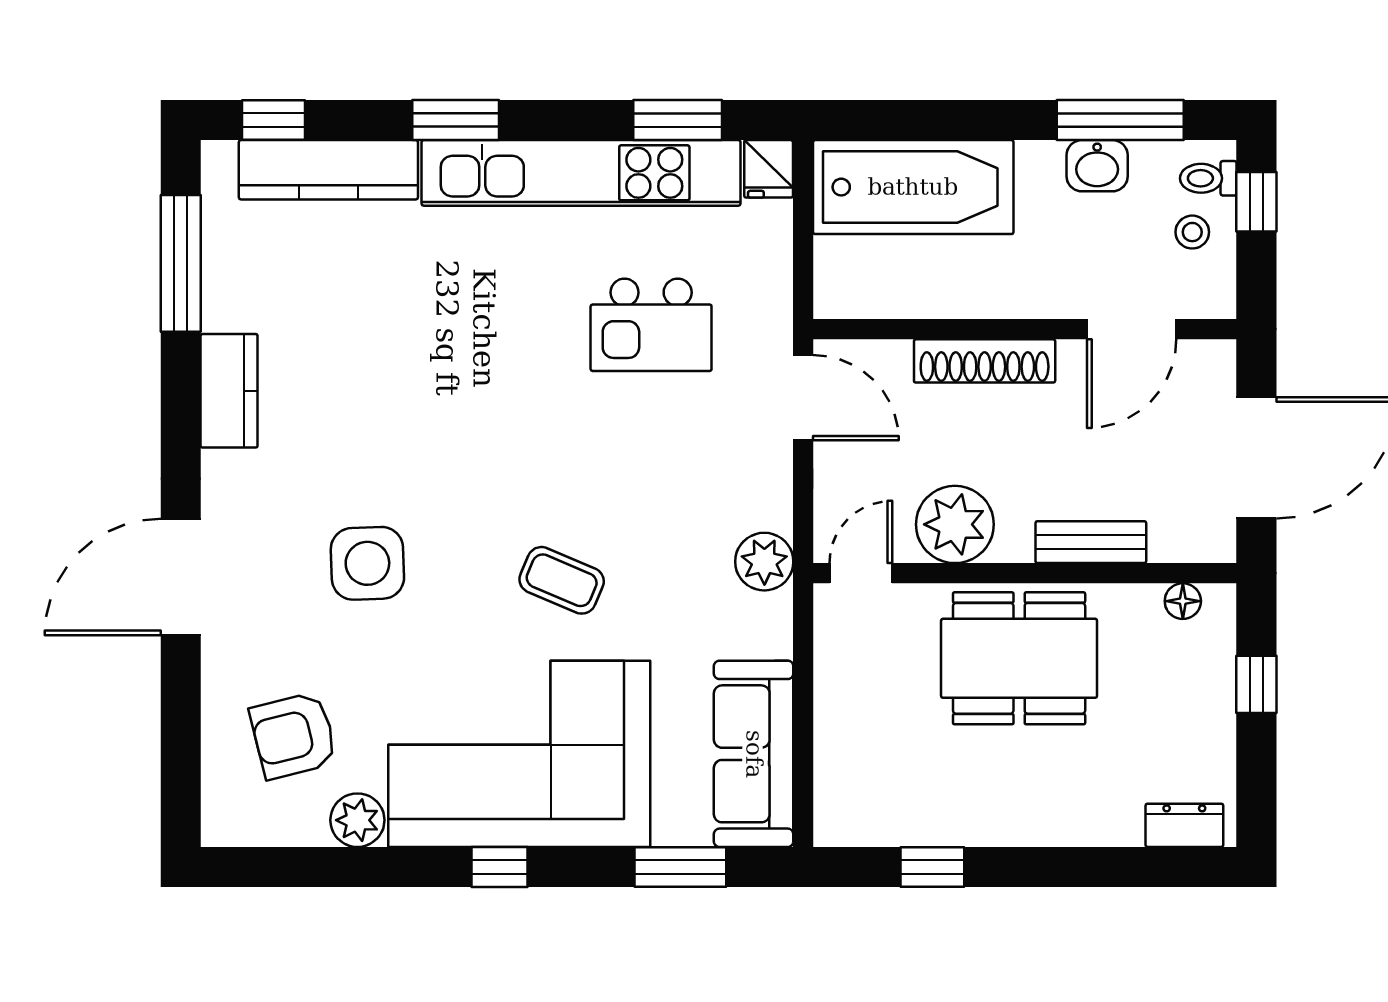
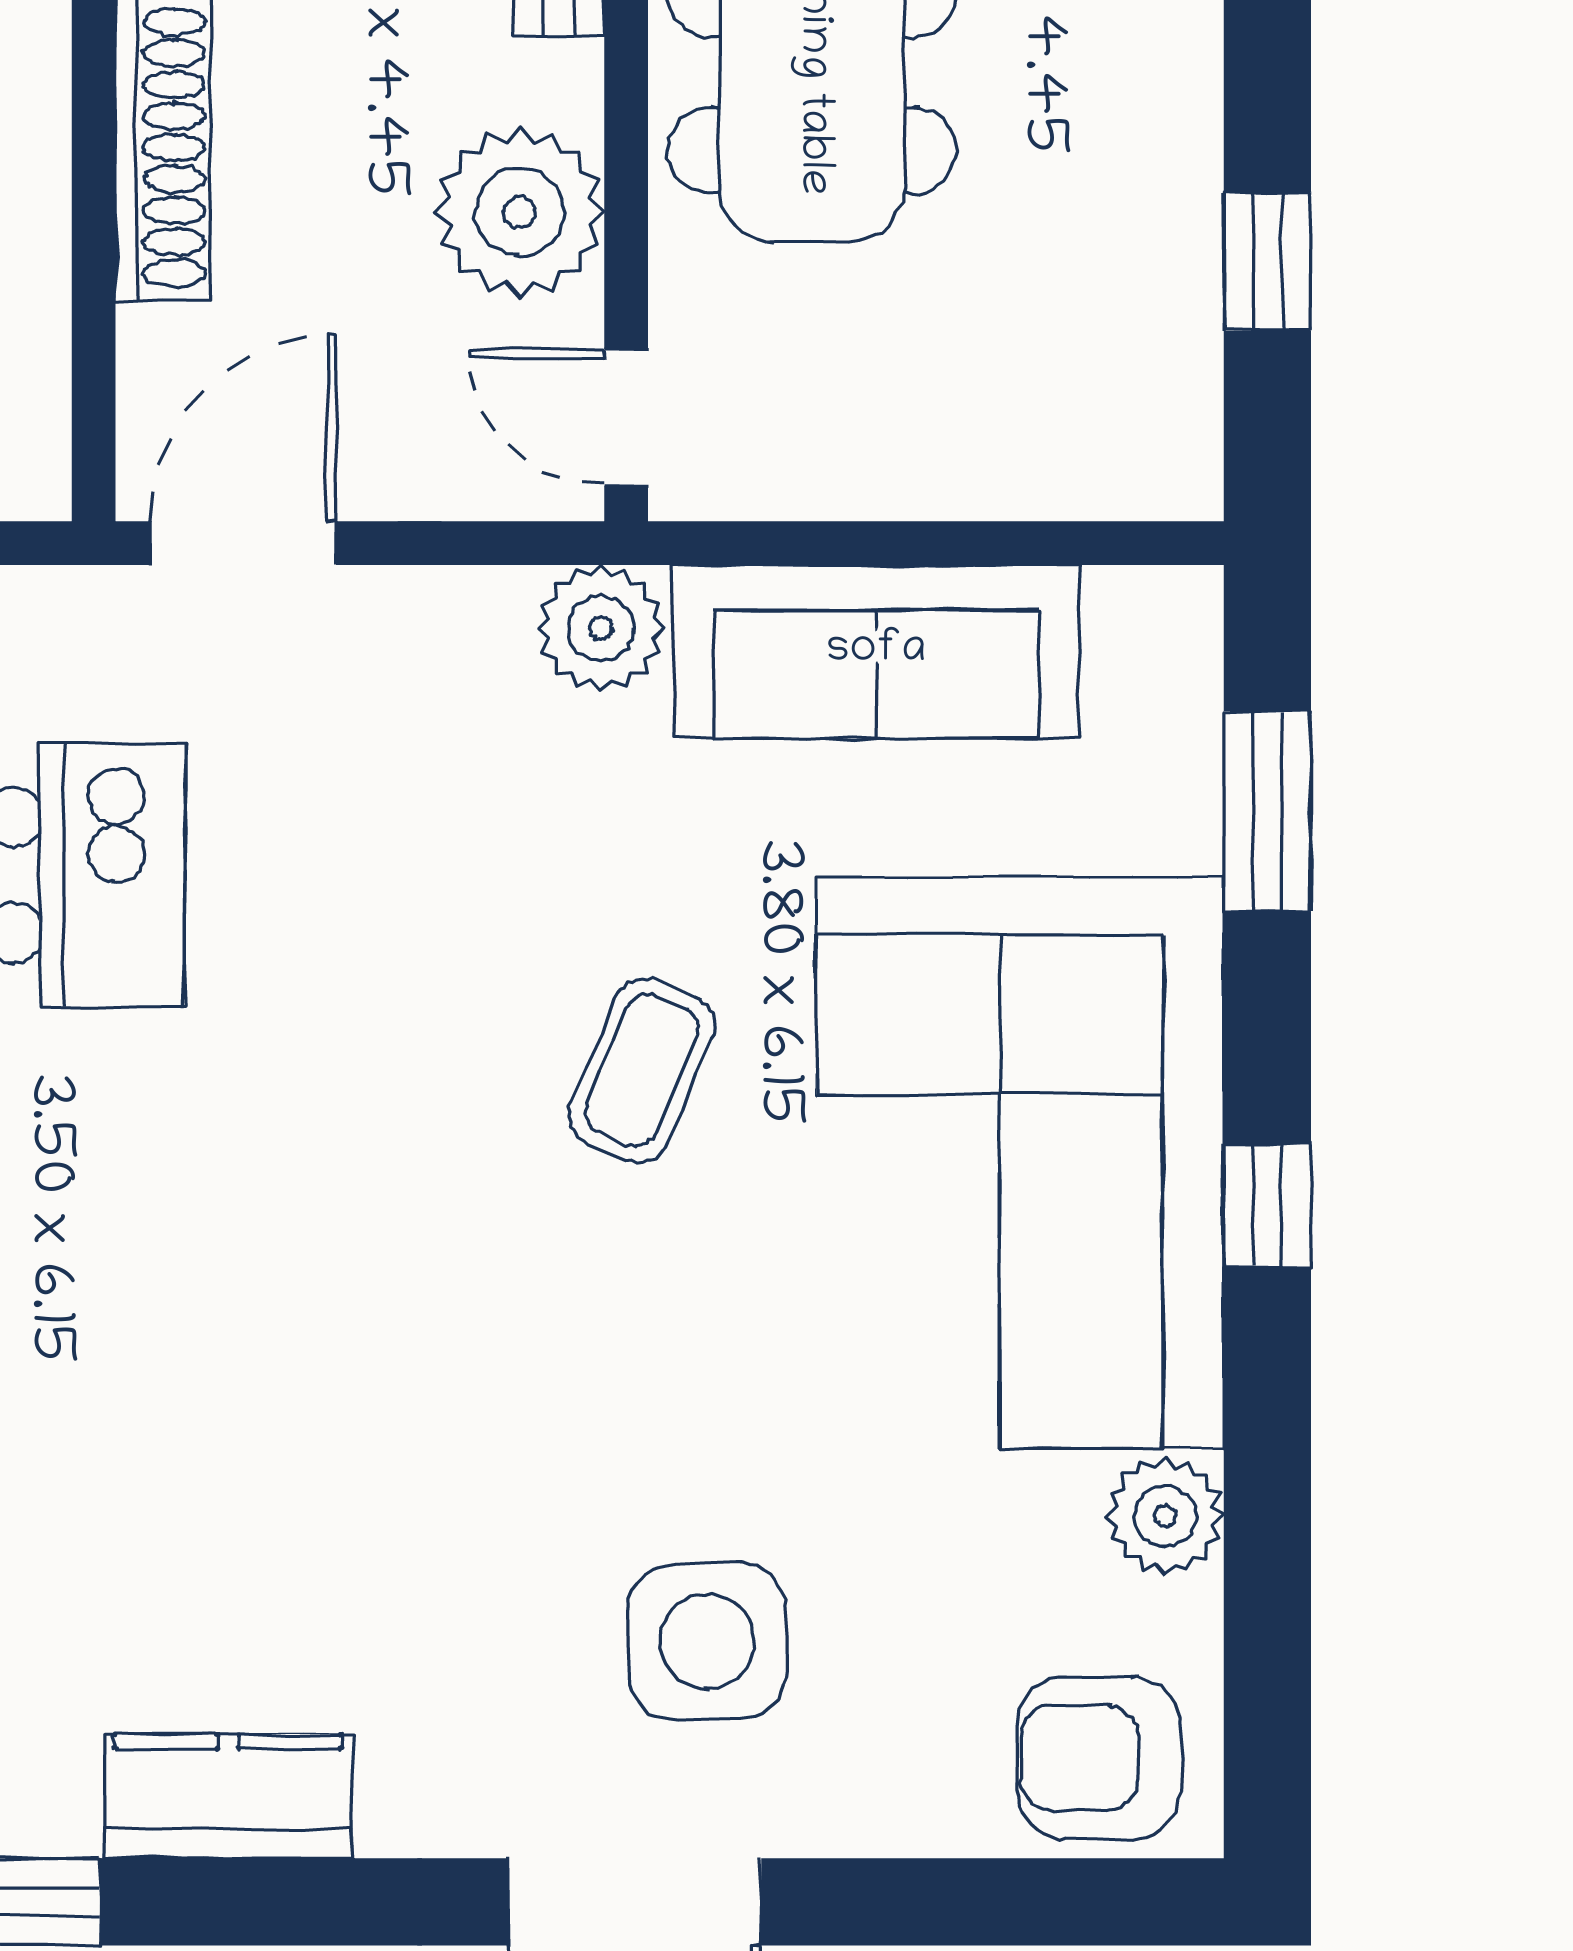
side table: (367, 563) -> (707, 1641), moved
armchair: (294, 736) -> (1099, 1758), moved, turned 104
sofa: (754, 754) -> (876, 651), moved

